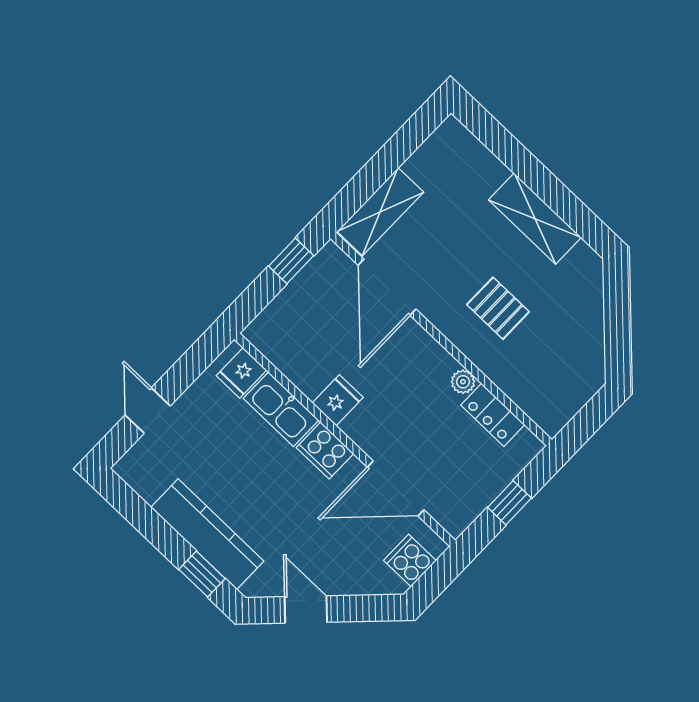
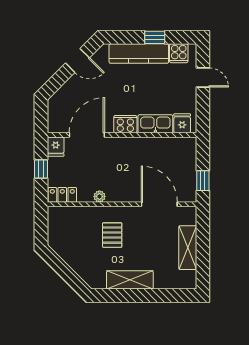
shelving: (380, 212) -> (188, 248), moved
pallet: (498, 308) -> (112, 235), turned 90
fridge: (338, 400) -> (56, 147), moved
locker: (493, 415) -> (62, 195), moved
cooker: (410, 561) -> (179, 53), moved, turned 90
window: (202, 574) -> (155, 37), moved

